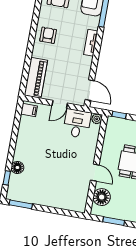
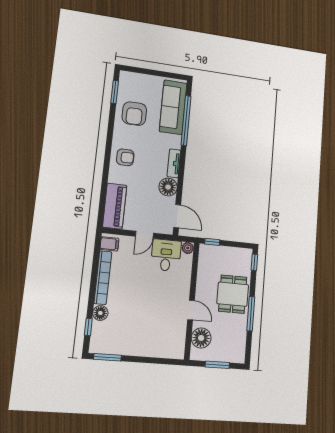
armchair: (48, 35) -> (125, 157), turned 90
floor lamp: (84, 64) -> (168, 187), added
bookcase: (22, 138) -> (103, 278), added

